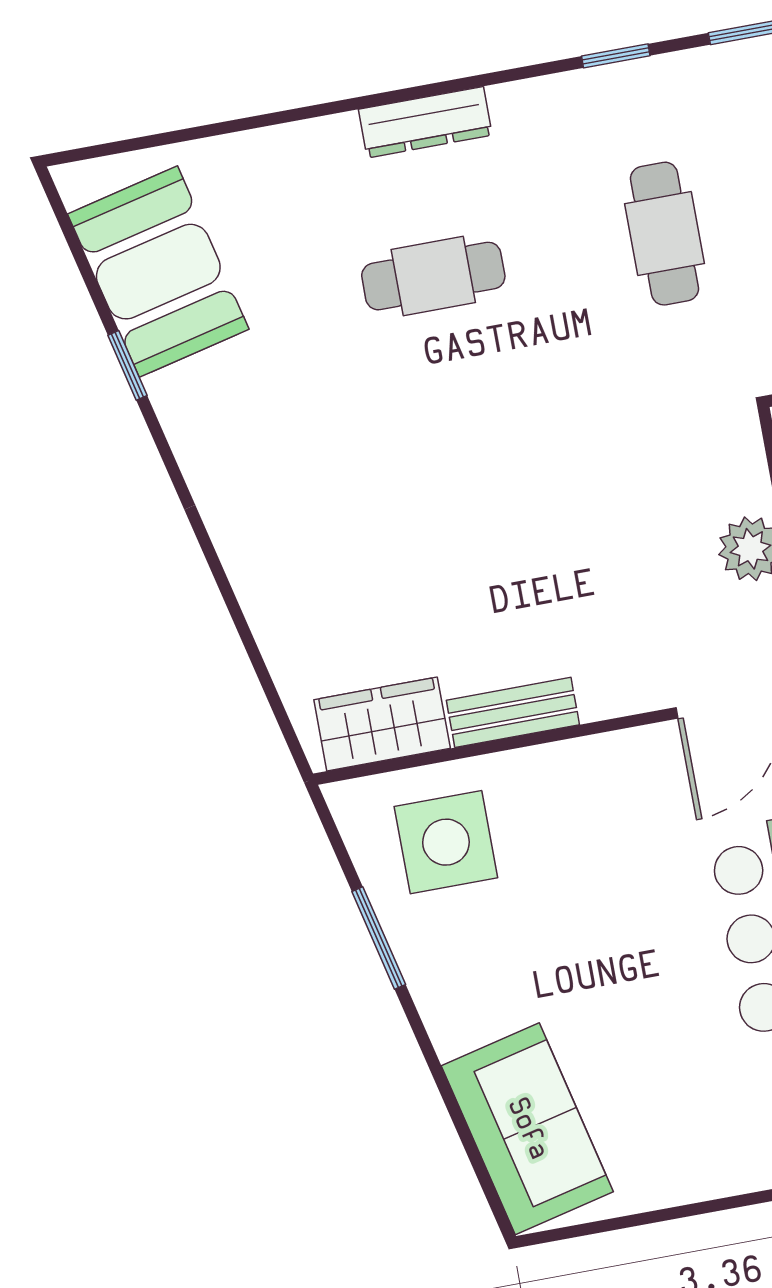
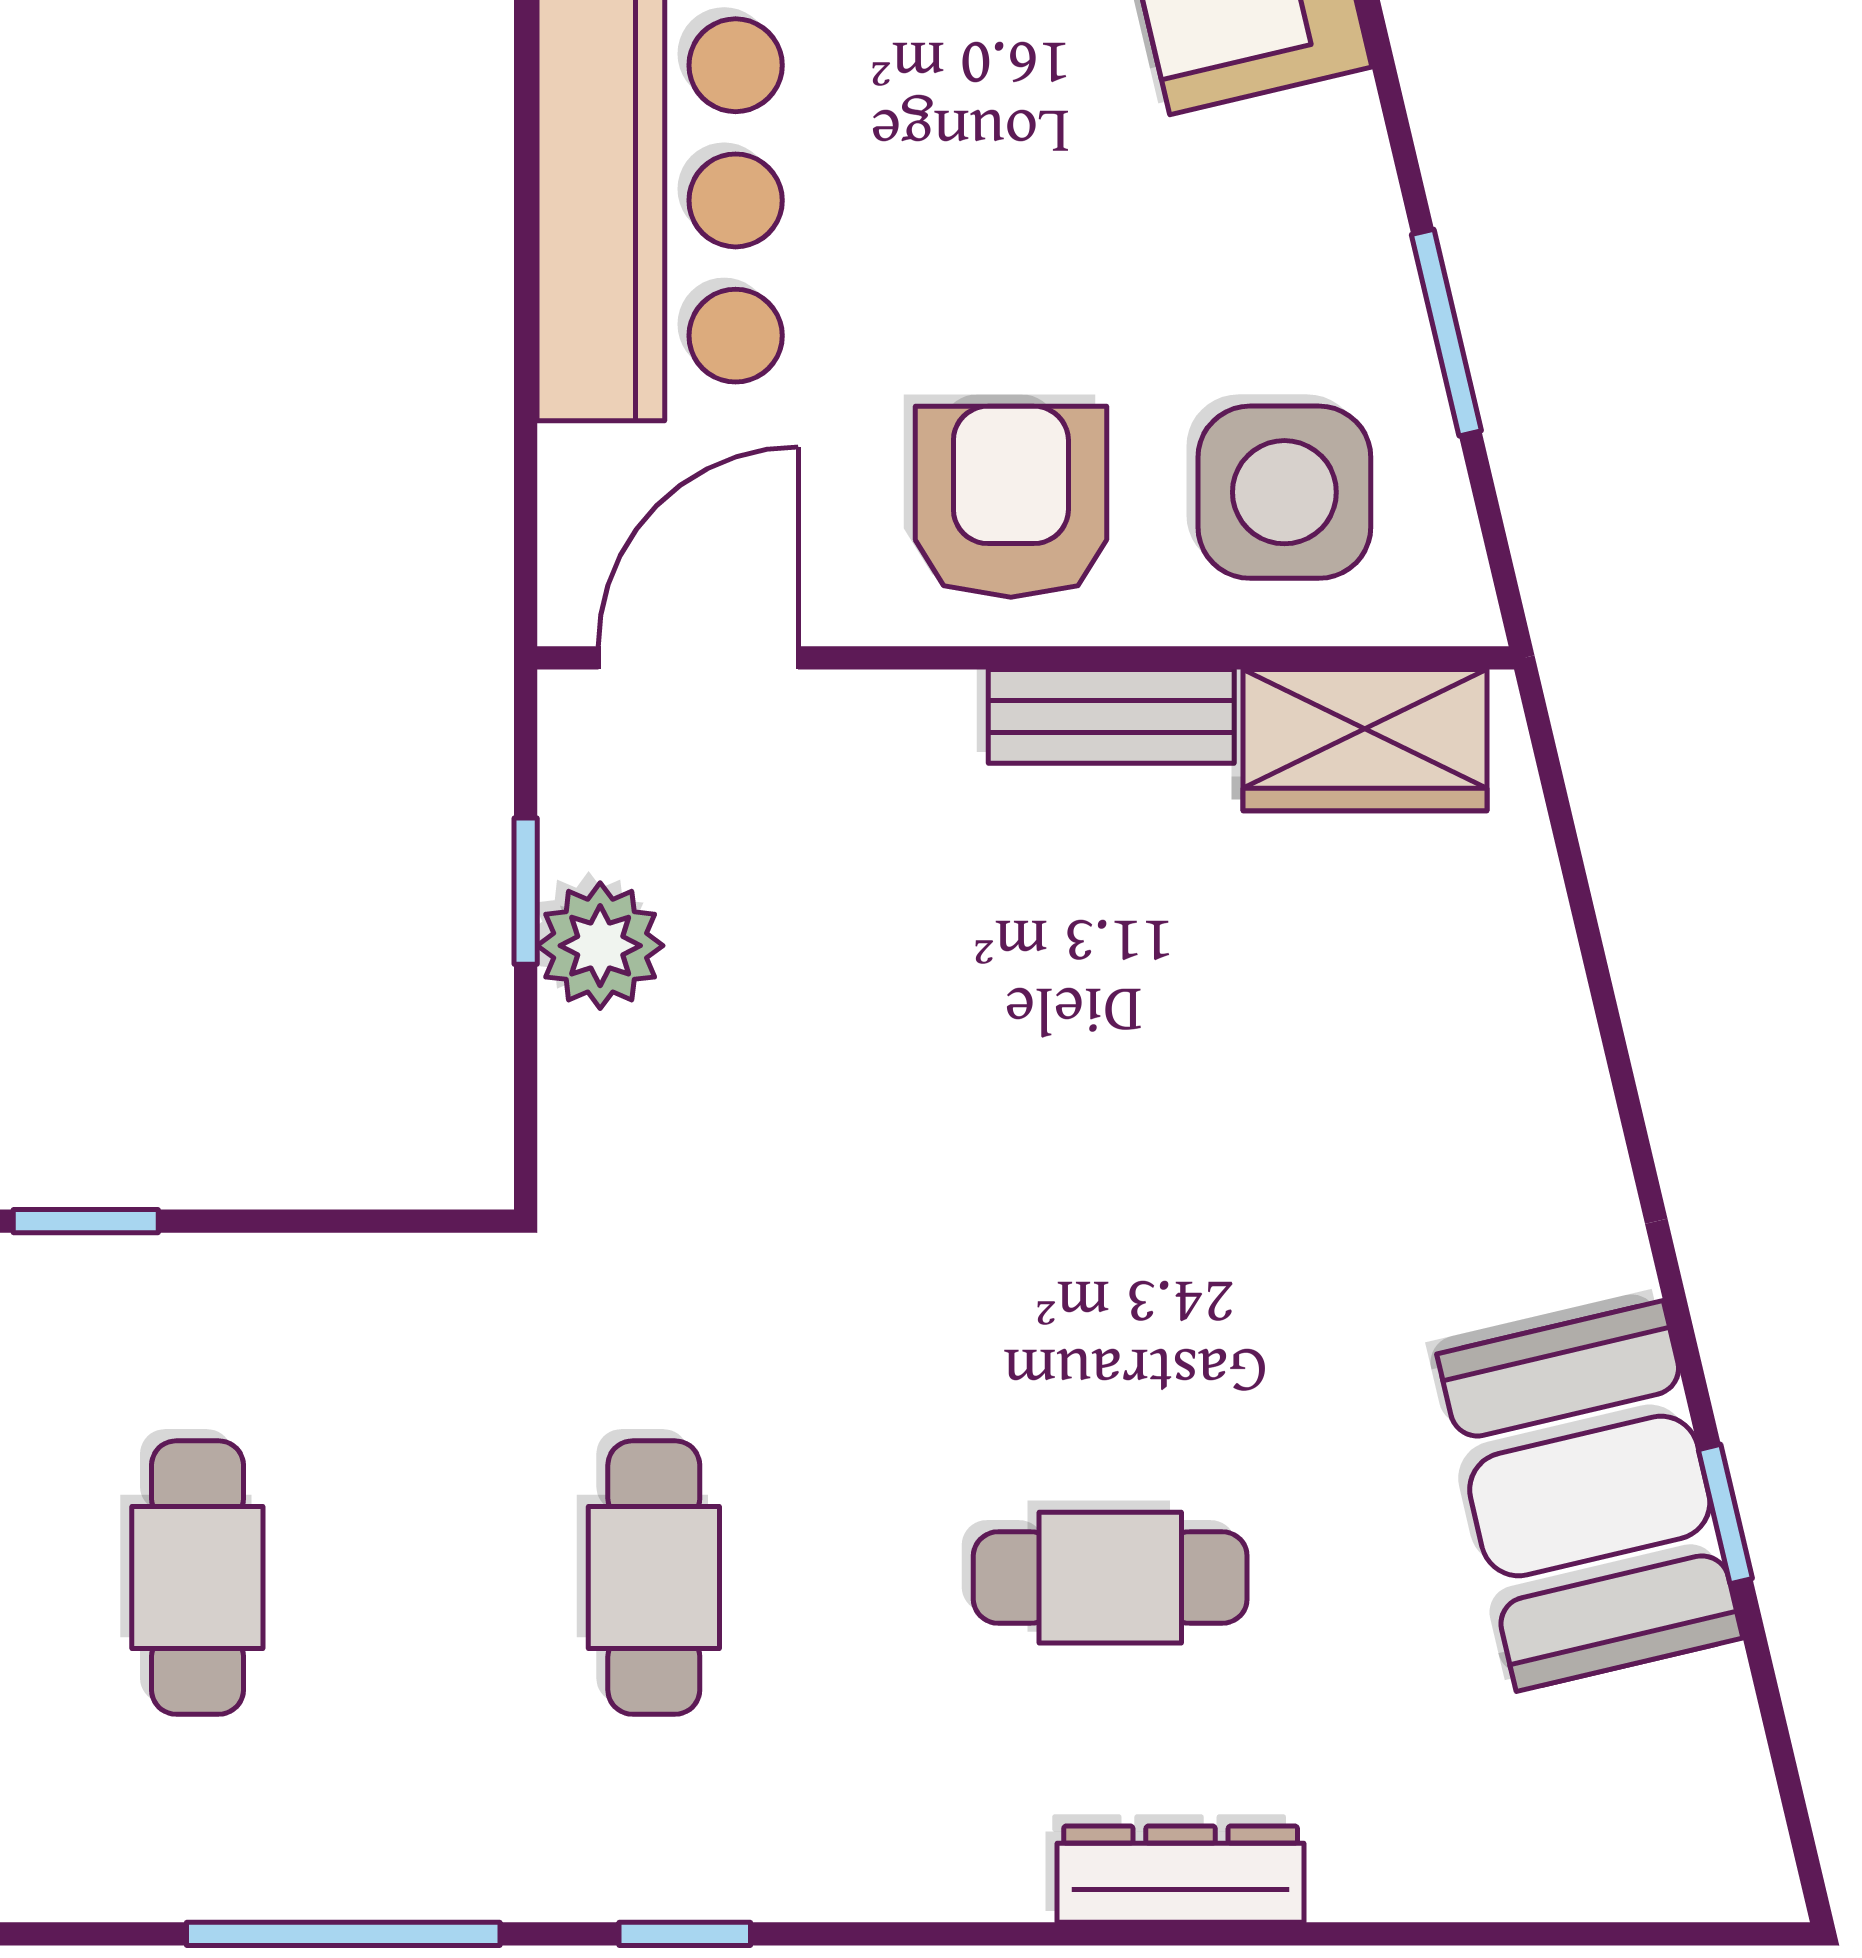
dresser: (425, 122) -> (1181, 1874), moved
booth: (158, 272) -> (1590, 1496), moved
armchair: (584, 812) -> (1011, 502), added

